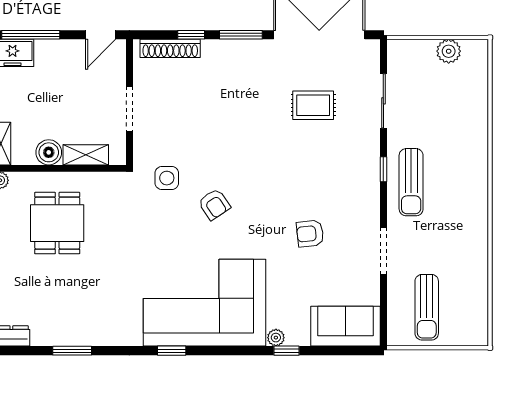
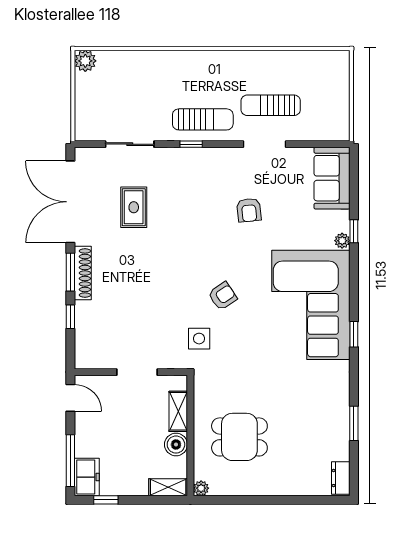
shoe rack: (170, 48) -> (83, 273), moved
plant: (449, 51) -> (85, 61), moved
sun lounger: (427, 307) -> (271, 105), moved, turned 180

